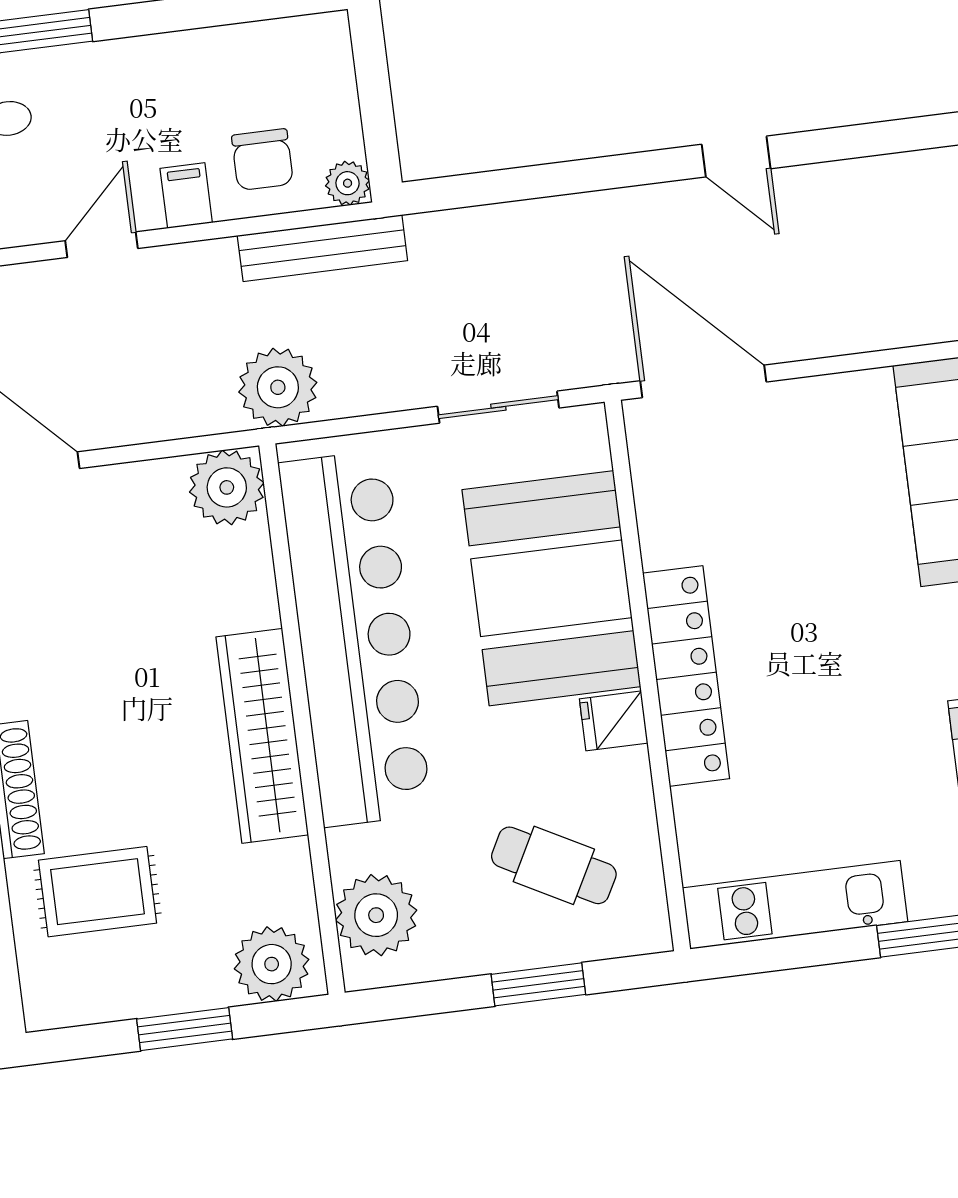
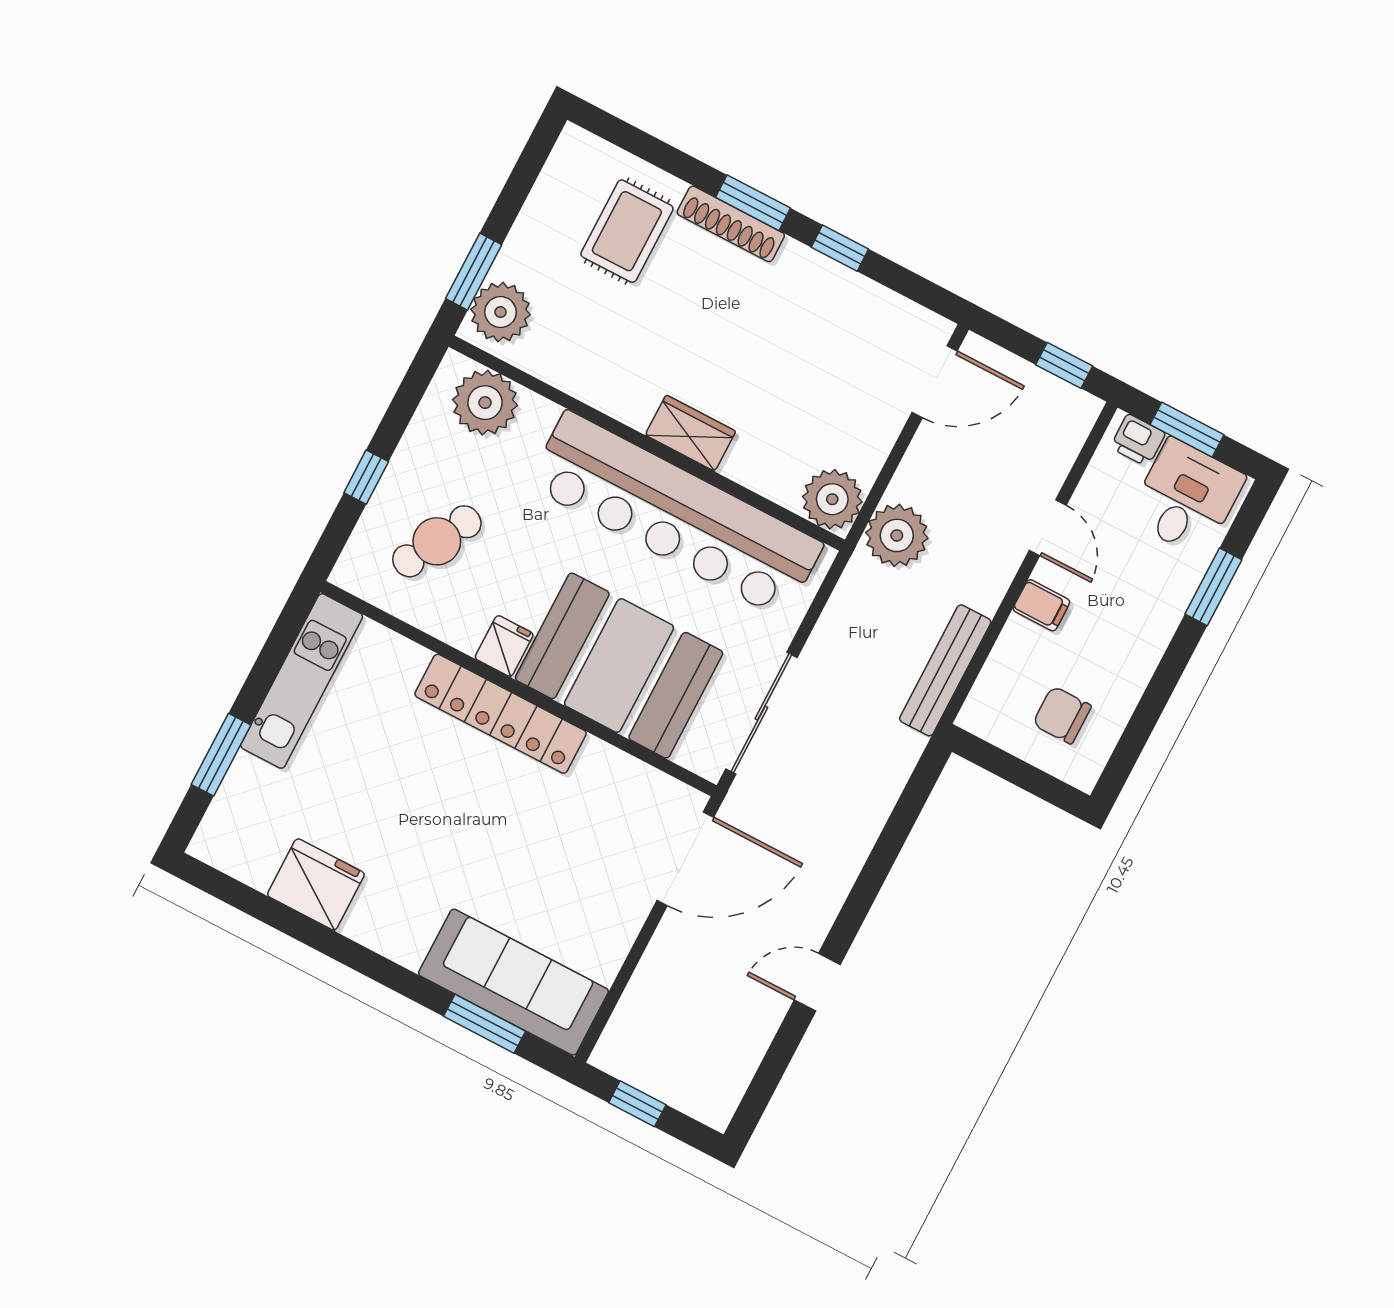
chair: (262, 160) -> (1062, 715), moved
plant: (348, 183) -> (976, 716), removed
plant: (278, 387) -> (897, 535), moved
sliding door: (498, 407) -> (761, 713), width x1.37
wardrobe: (262, 736) -> (690, 433), width x0.48, depth x0.85
window: (538, 984) -> (366, 477), width x0.67
window: (185, 1029) -> (474, 272), moved

